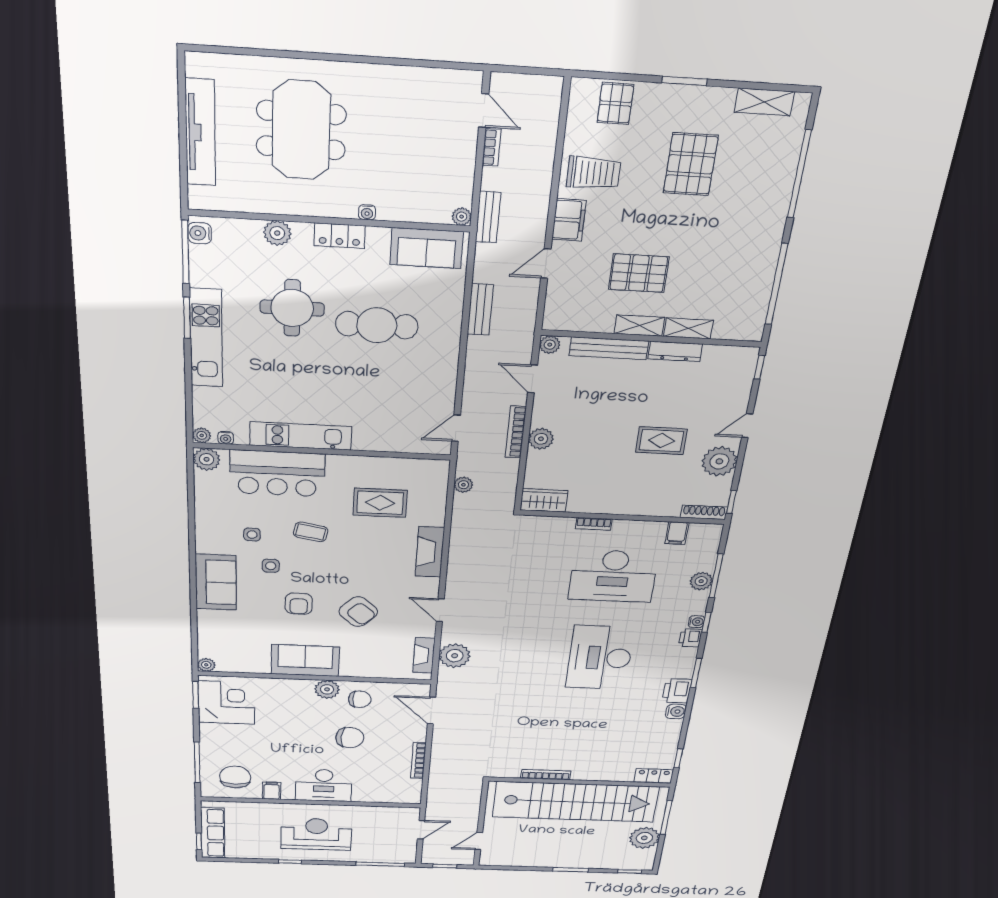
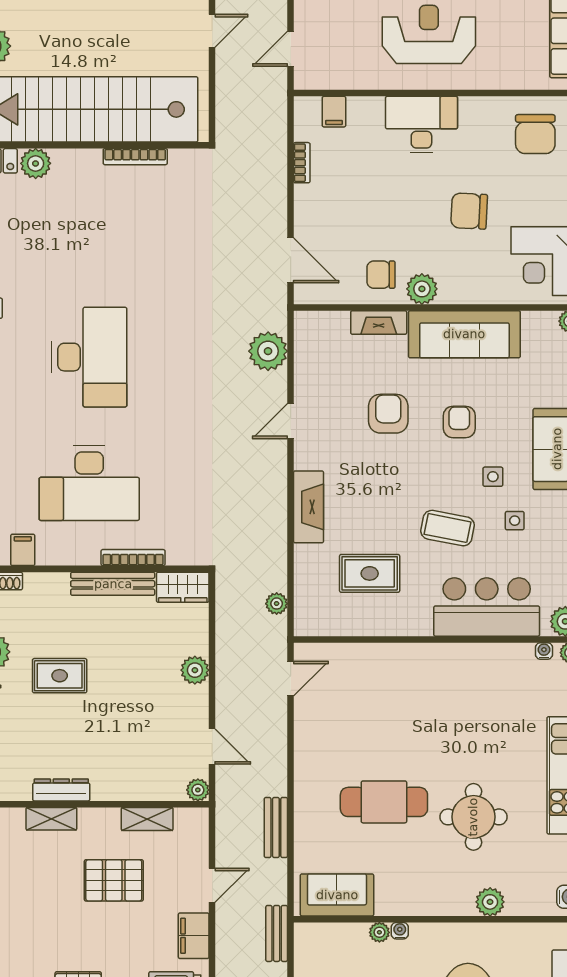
plant: (462, 217) -> (379, 932), moved
locker: (340, 236) -> (427, 903), removed
shelving: (639, 326) -> (147, 819), moved
bench: (609, 348) -> (113, 584), moved
bookcase: (516, 432) -> (224, 677), removed
kitchen unit: (301, 436) -> (461, 658), removed
bookcase: (594, 524) -> (133, 558), width x1.56
coffee table: (311, 532) -> (448, 528), width x1.36, depth x1.30
desk: (613, 576) -> (89, 483), turned 180
door: (440, 610) -> (291, 421), swing flipped
armchair: (358, 612) -> (388, 414), turned 47
fireplace: (424, 655) -> (379, 322), moved, turned 90
sofa: (305, 660) -> (464, 334), width x1.36
chair: (350, 738) -> (469, 211), moved
bookcase: (418, 760) -> (302, 163), width x0.64
plant: (622, 773) -> (36, 163), added
filing cabinet: (272, 791) -> (334, 112), moved
reception desk: (316, 834) -> (429, 34), turned 180

